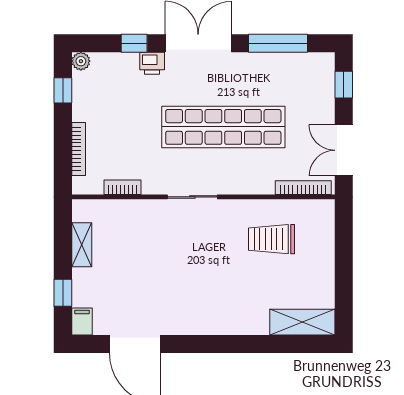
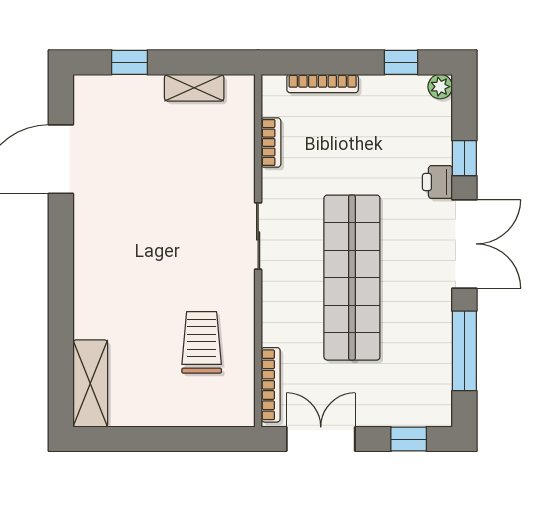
filing cabinet: (82, 322) -> (91, 88), removed

